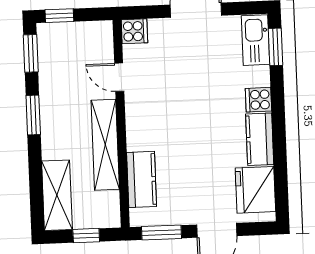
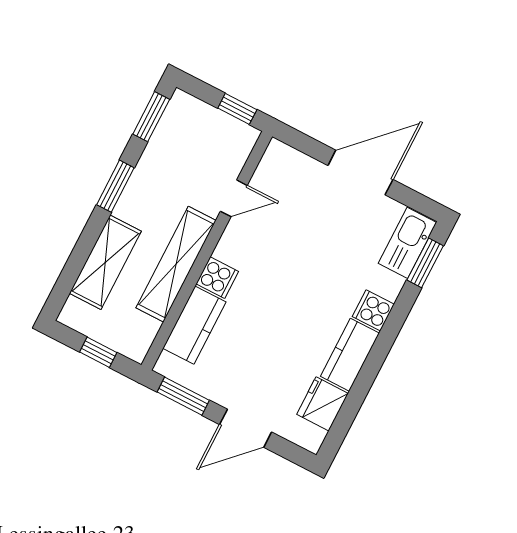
window: (59, 16) -> (237, 109), moved
cooker: (134, 31) -> (217, 278), moved
door: (119, 77) -> (234, 198), swing flipped
fridge: (255, 190) -> (322, 404), width x0.73, depth x0.75
shelving: (57, 195) -> (105, 262), moved

